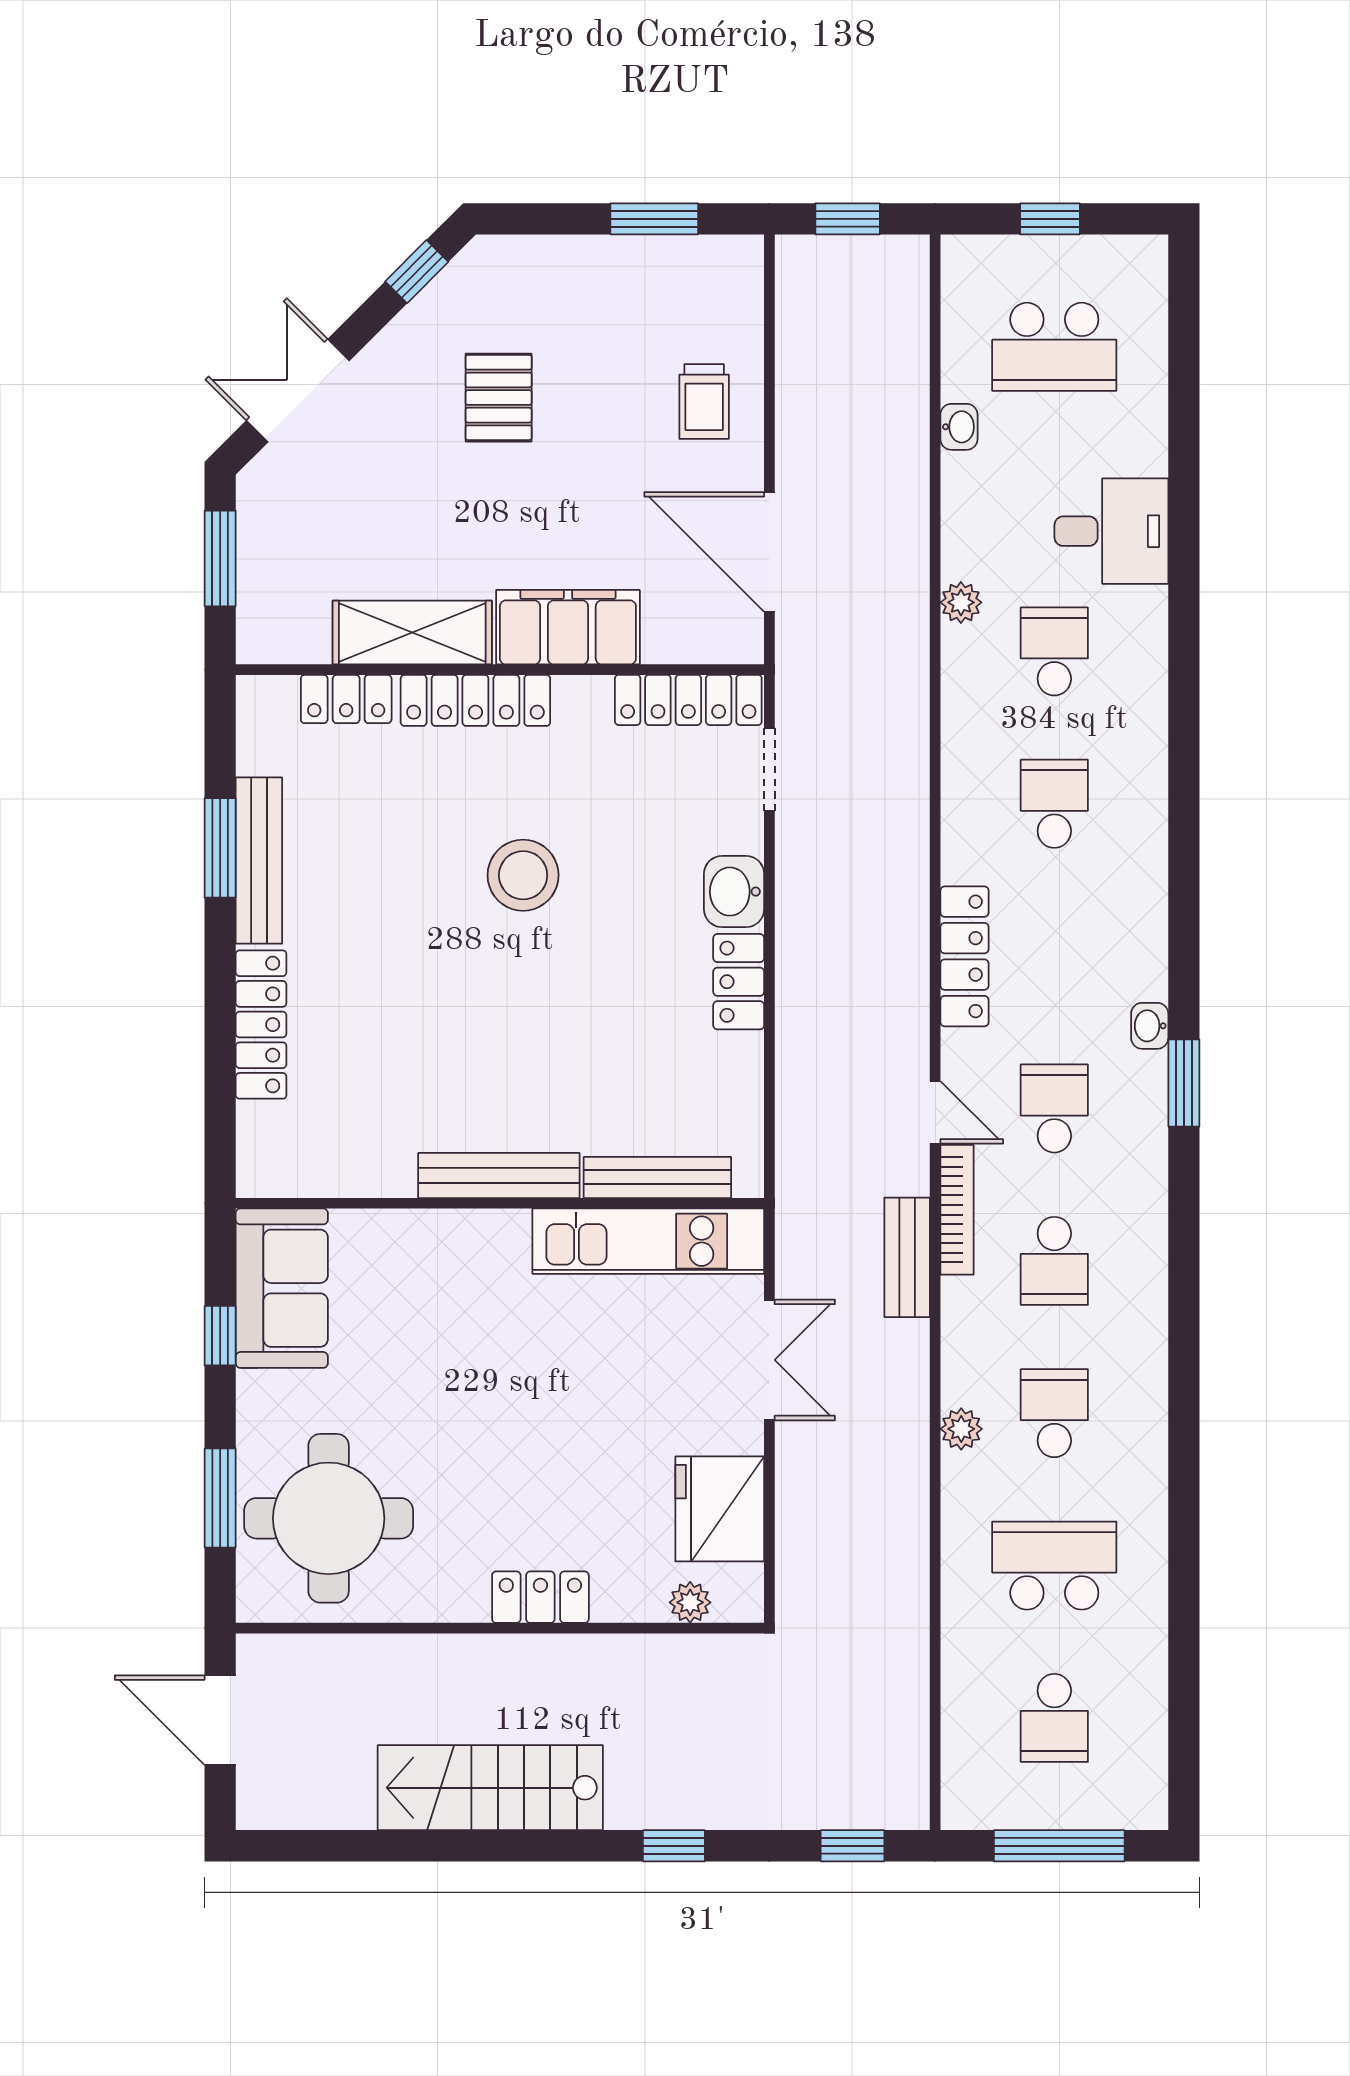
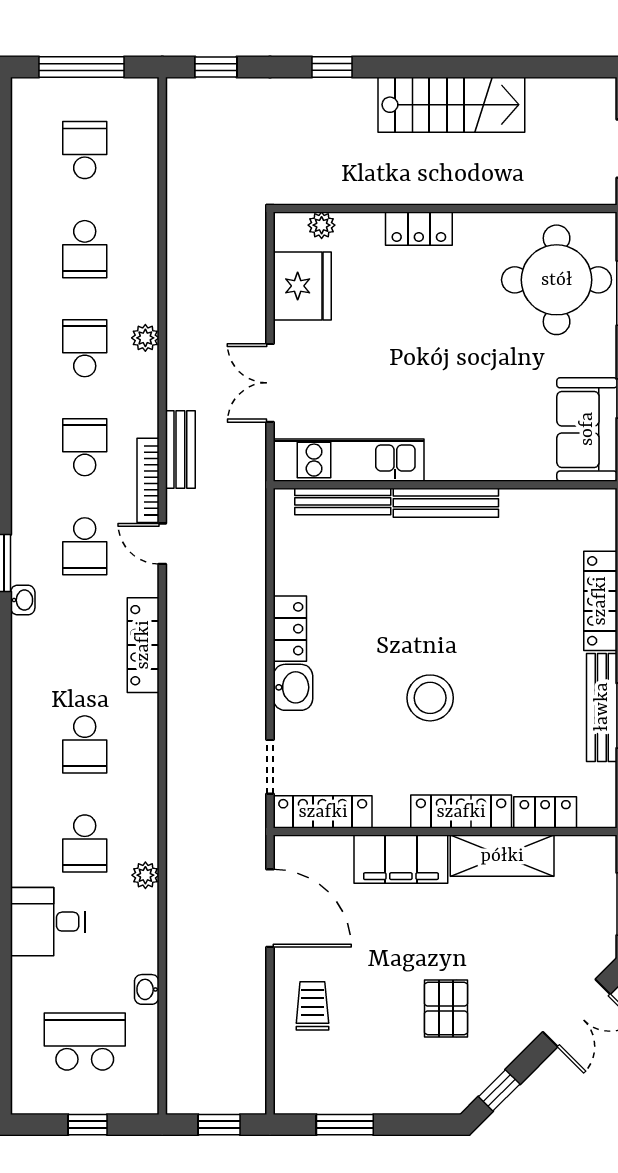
school desk: (1054, 1413) -> (85, 348), turned 180
school desk: (1054, 1566) -> (85, 249), width x0.54

